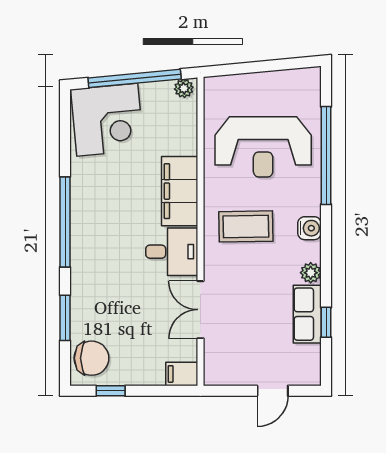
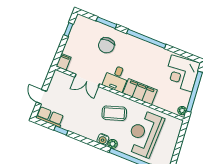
coffee table: (246, 226) -> (114, 113), turned 73
plant: (311, 273) -> (113, 144), moved
double door: (200, 310) -> (87, 80), swing flipped
row of seats: (307, 314) -> (50, 117), moved
chair: (92, 358) -> (106, 45), moved

